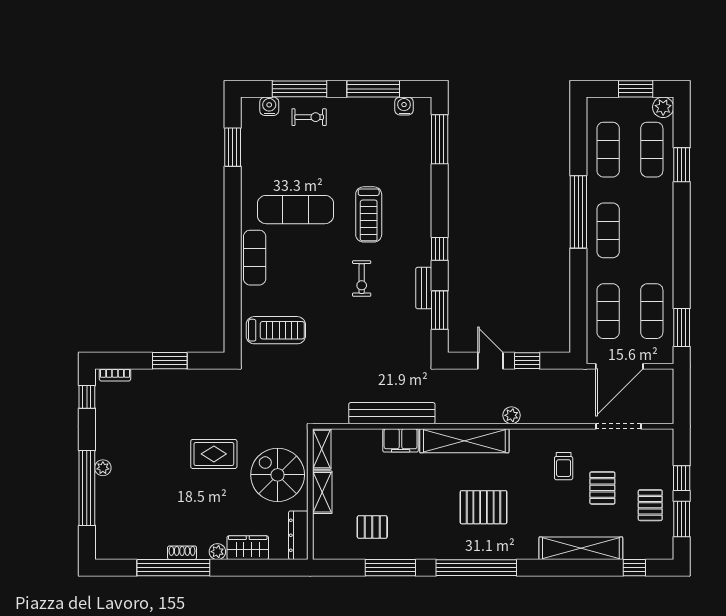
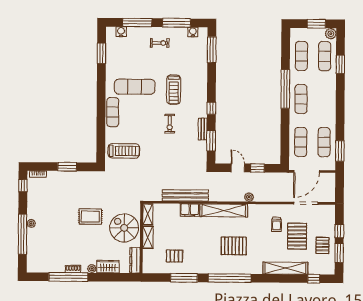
exercise bike: (309, 117) -> (160, 43), moved
pallet: (602, 488) -> (297, 236), width x1.50, depth x1.42

